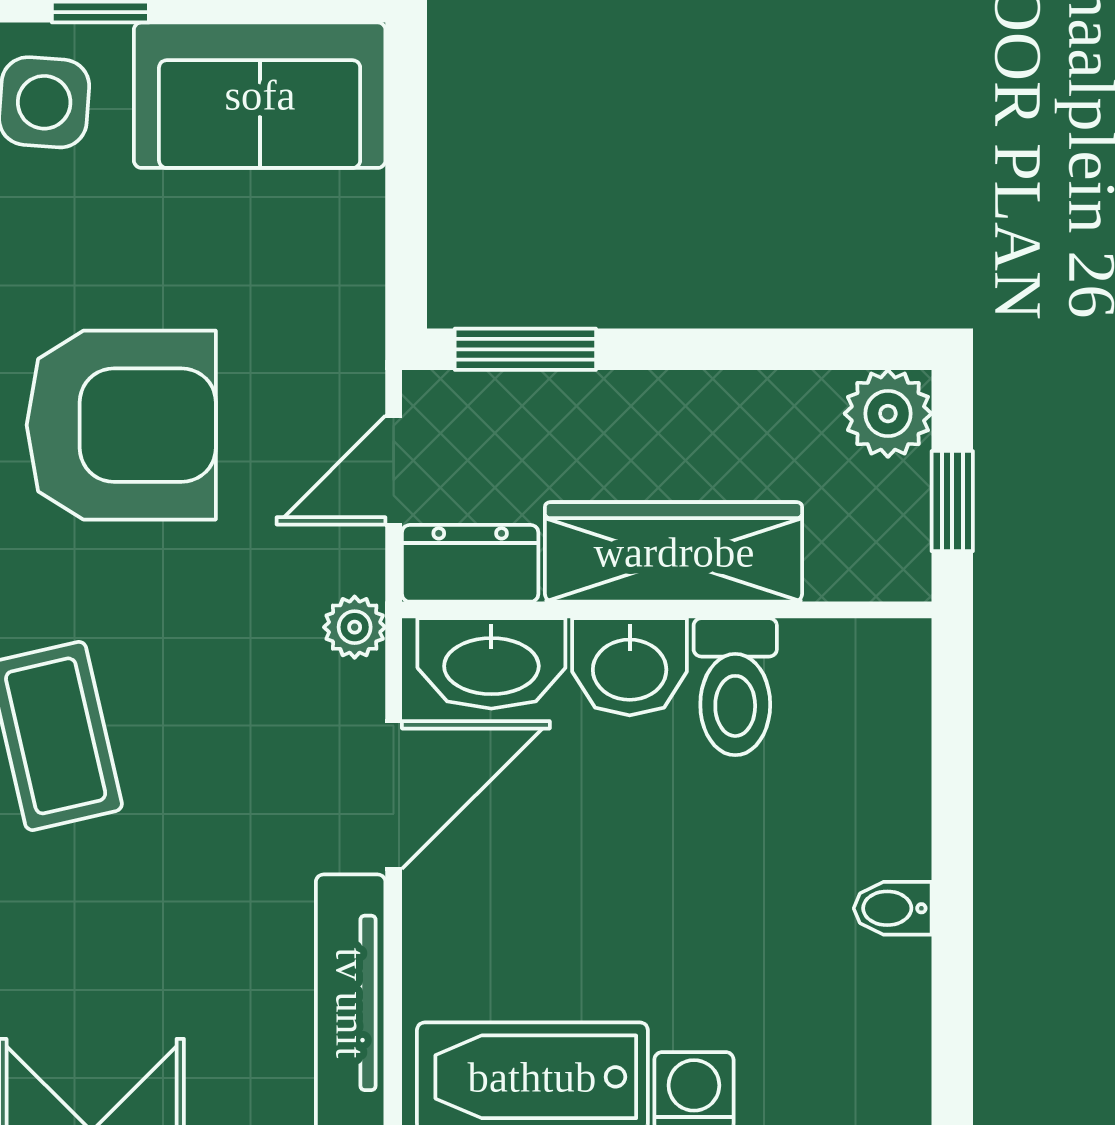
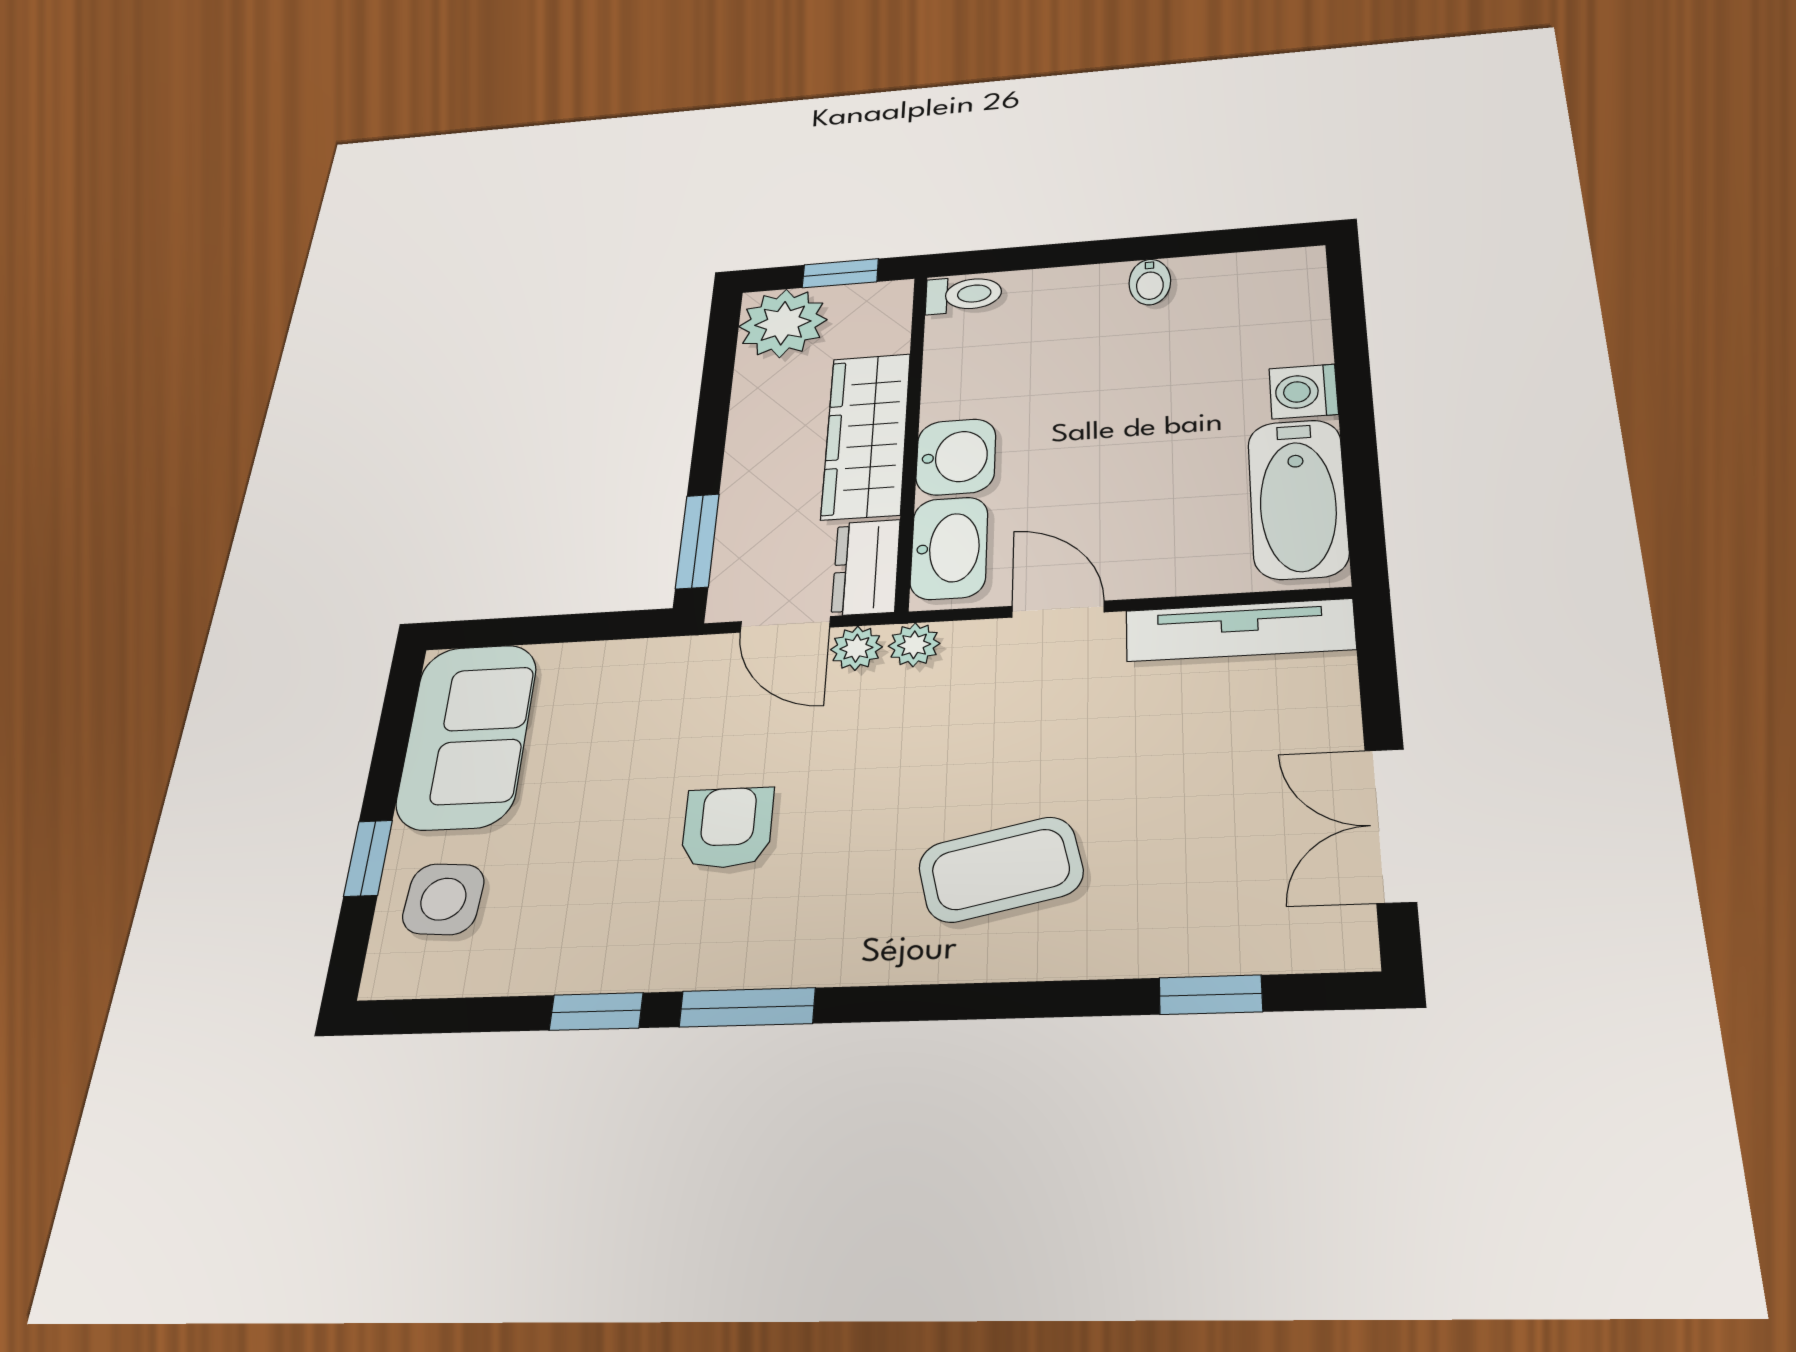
plant: (888, 414) -> (783, 323), width x1.36, depth x1.36
armchair: (121, 425) -> (728, 828), width x0.53, depth x0.53
plant: (354, 559) -> (856, 648), added
toilet: (735, 687) -> (964, 294), moved, width x0.73, depth x0.72
door: (394, 795) -> (1058, 609), width x0.73

